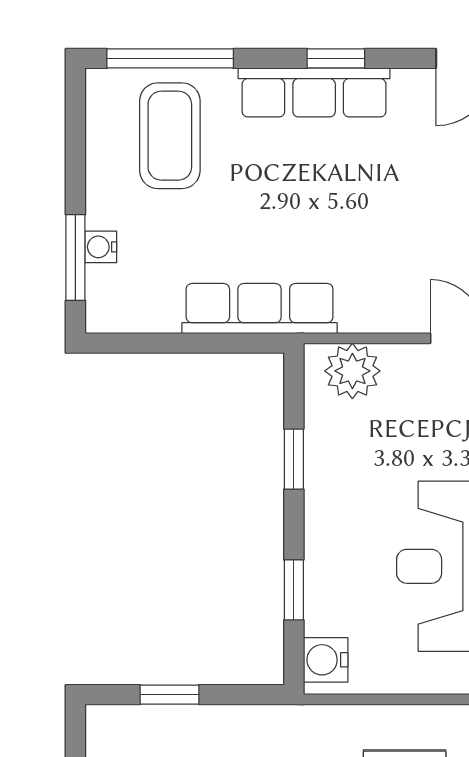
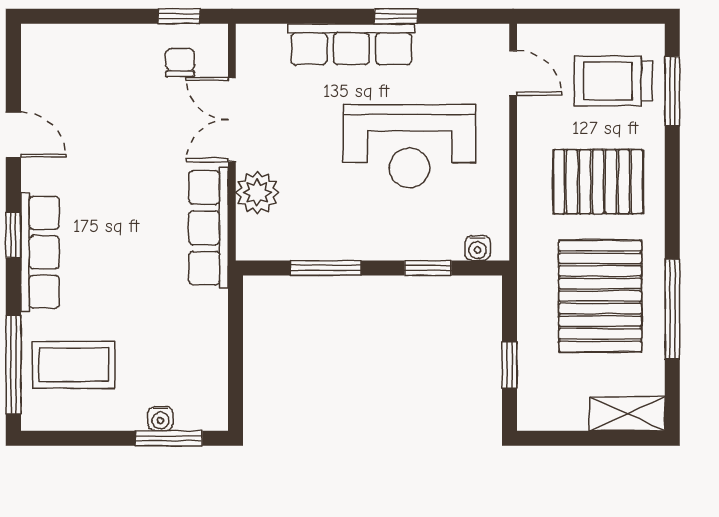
row of seats: (260, 309) -> (209, 228), moved
plant: (352, 371) -> (257, 193), moved
window: (294, 459) -> (326, 268), width x1.50
water cooler: (326, 660) -> (478, 248), width x0.72, depth x0.72

